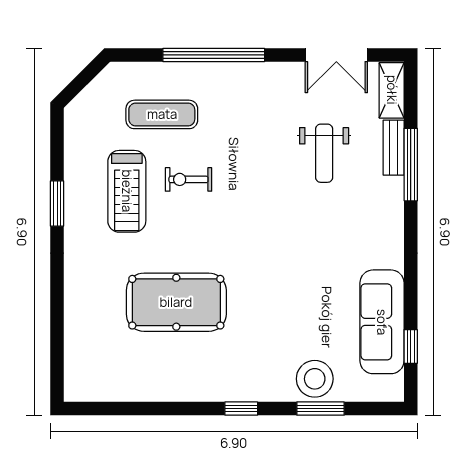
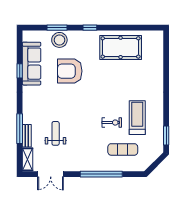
double door: (336, 55) -> (51, 174), swing flipped
window: (57, 203) -> (166, 135), moved
pool table: (176, 302) -> (121, 47), moved
armchair: (290, 304) -> (70, 71), added
window: (411, 346) -> (20, 71), moved

